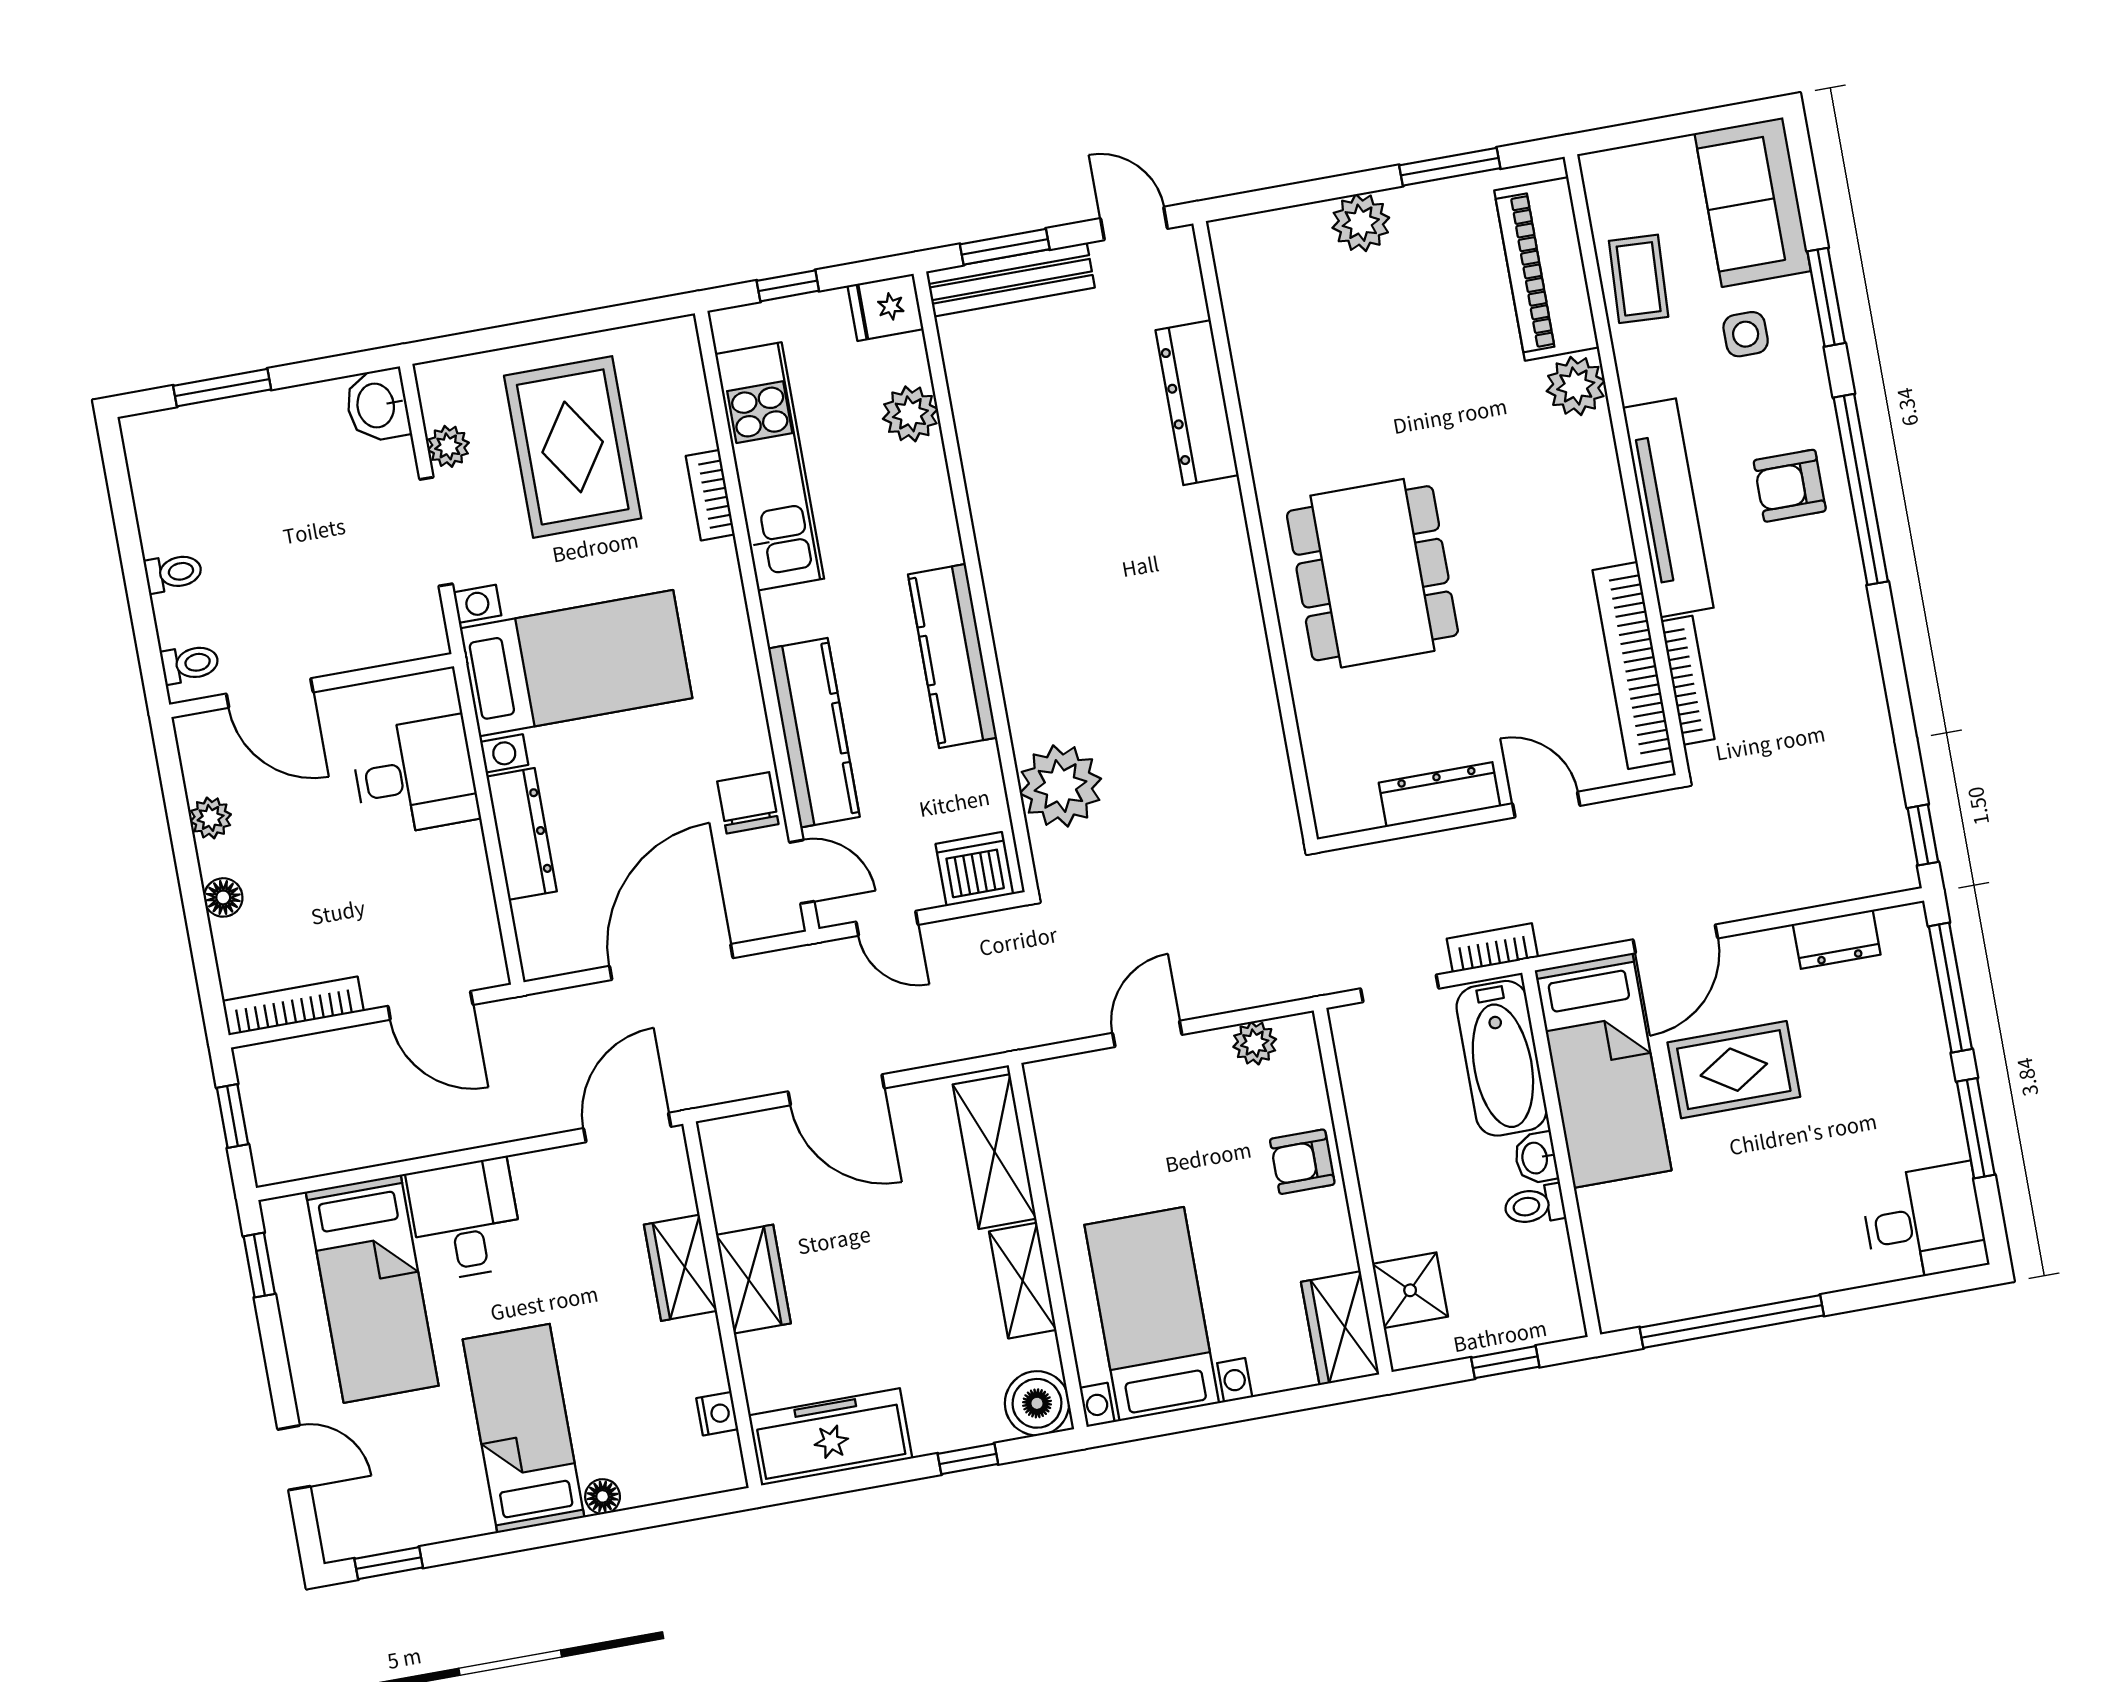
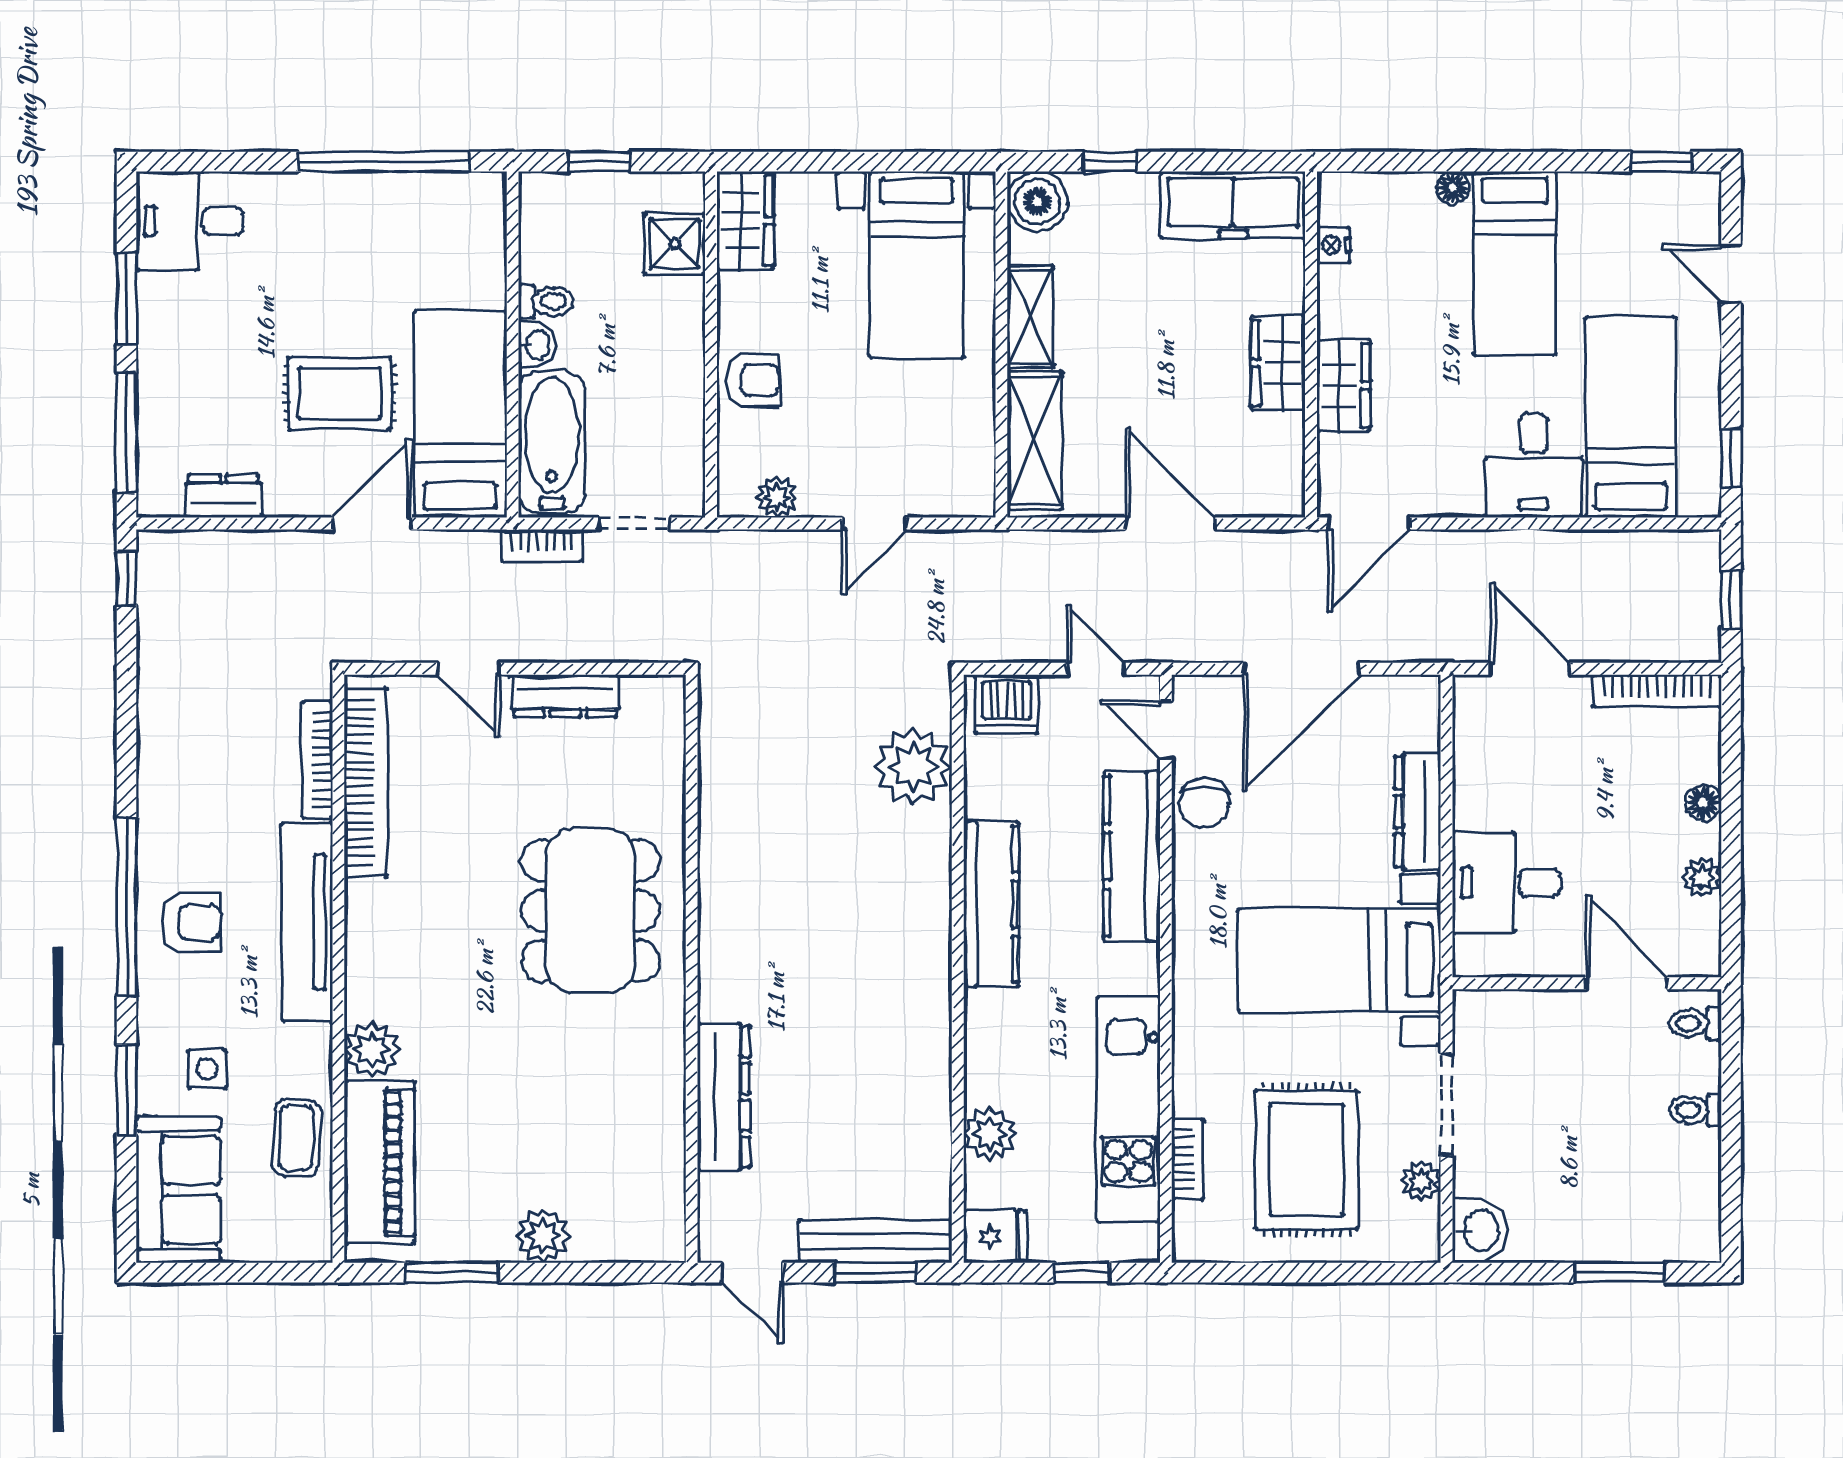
bookcase: (710, 495) -> (1188, 1159), moved

